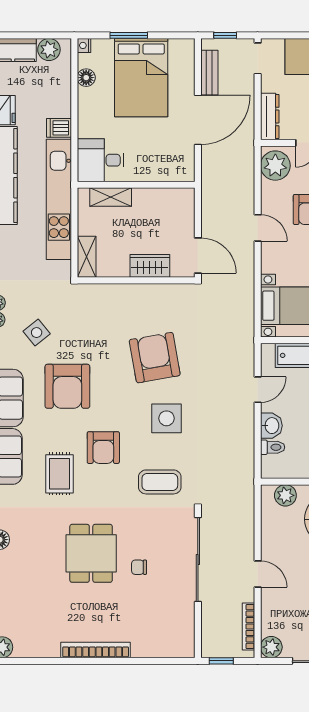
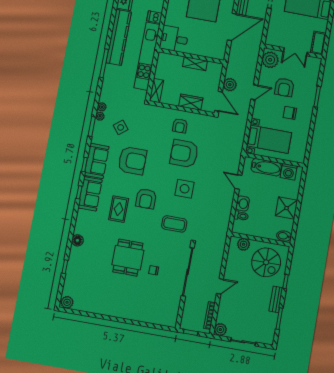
dresser: (270, 117) -> (272, 33), removed
shelving: (111, 197) -> (195, 64), moved
plant: (212, 223) -> (230, 85), added
door: (258, 228) -> (254, 92), hinge flipped
armchair: (139, 311) -> (180, 126), added
armchair: (155, 358) -> (184, 154), turned -80
armchair: (67, 386) -> (132, 161), turned -90
door: (258, 390) -> (238, 182), swing flipped
door: (258, 574) -> (220, 286), hinge flipped
bookcase: (96, 650) -> (120, 313), removed

